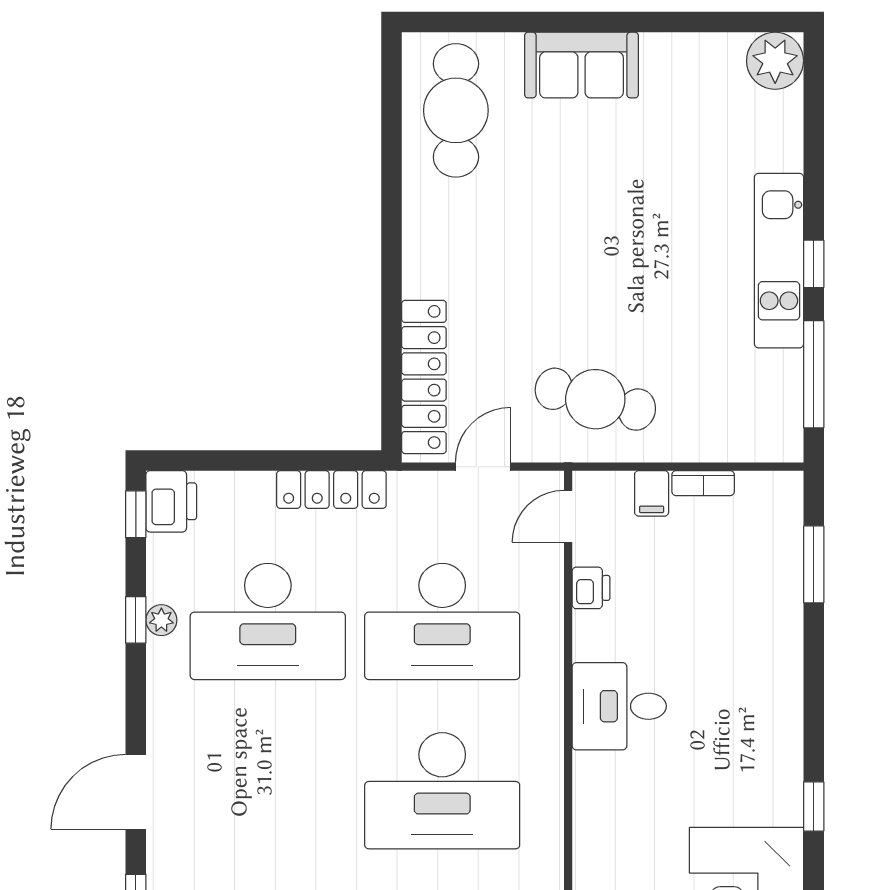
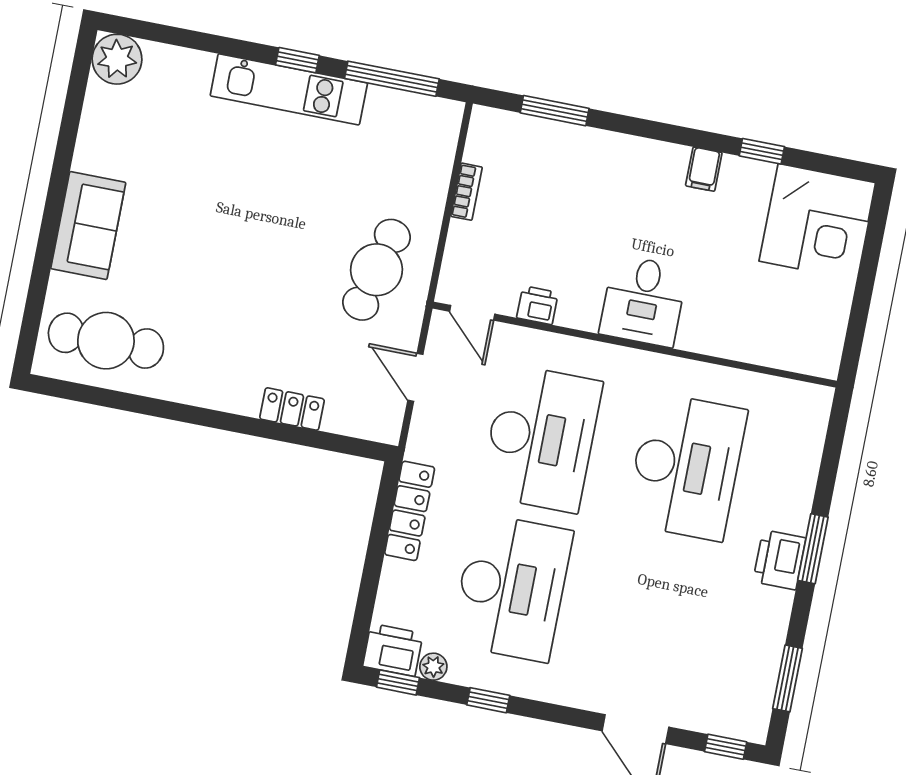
locker: (424, 377) -> (292, 409), width x0.46, depth x0.83
filing cabinet: (652, 493) -> (704, 169), moved, turned 90
plant: (161, 620) -> (433, 667), moved

